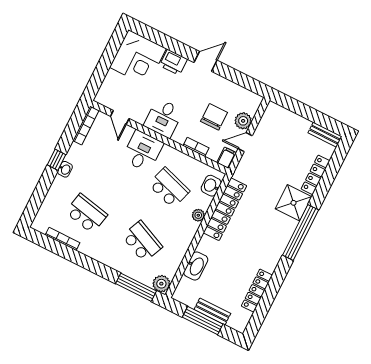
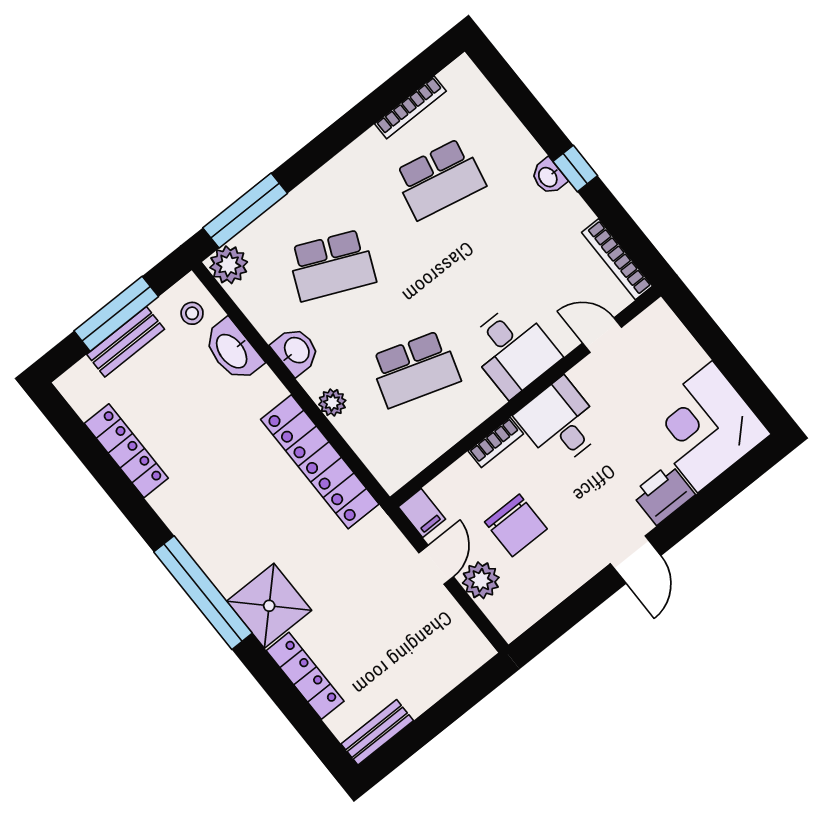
bookcase: (196, 147) -> (496, 442), moved
washbasin: (211, 186) -> (296, 351), moved
stool: (188, 290) -> (192, 313), added

